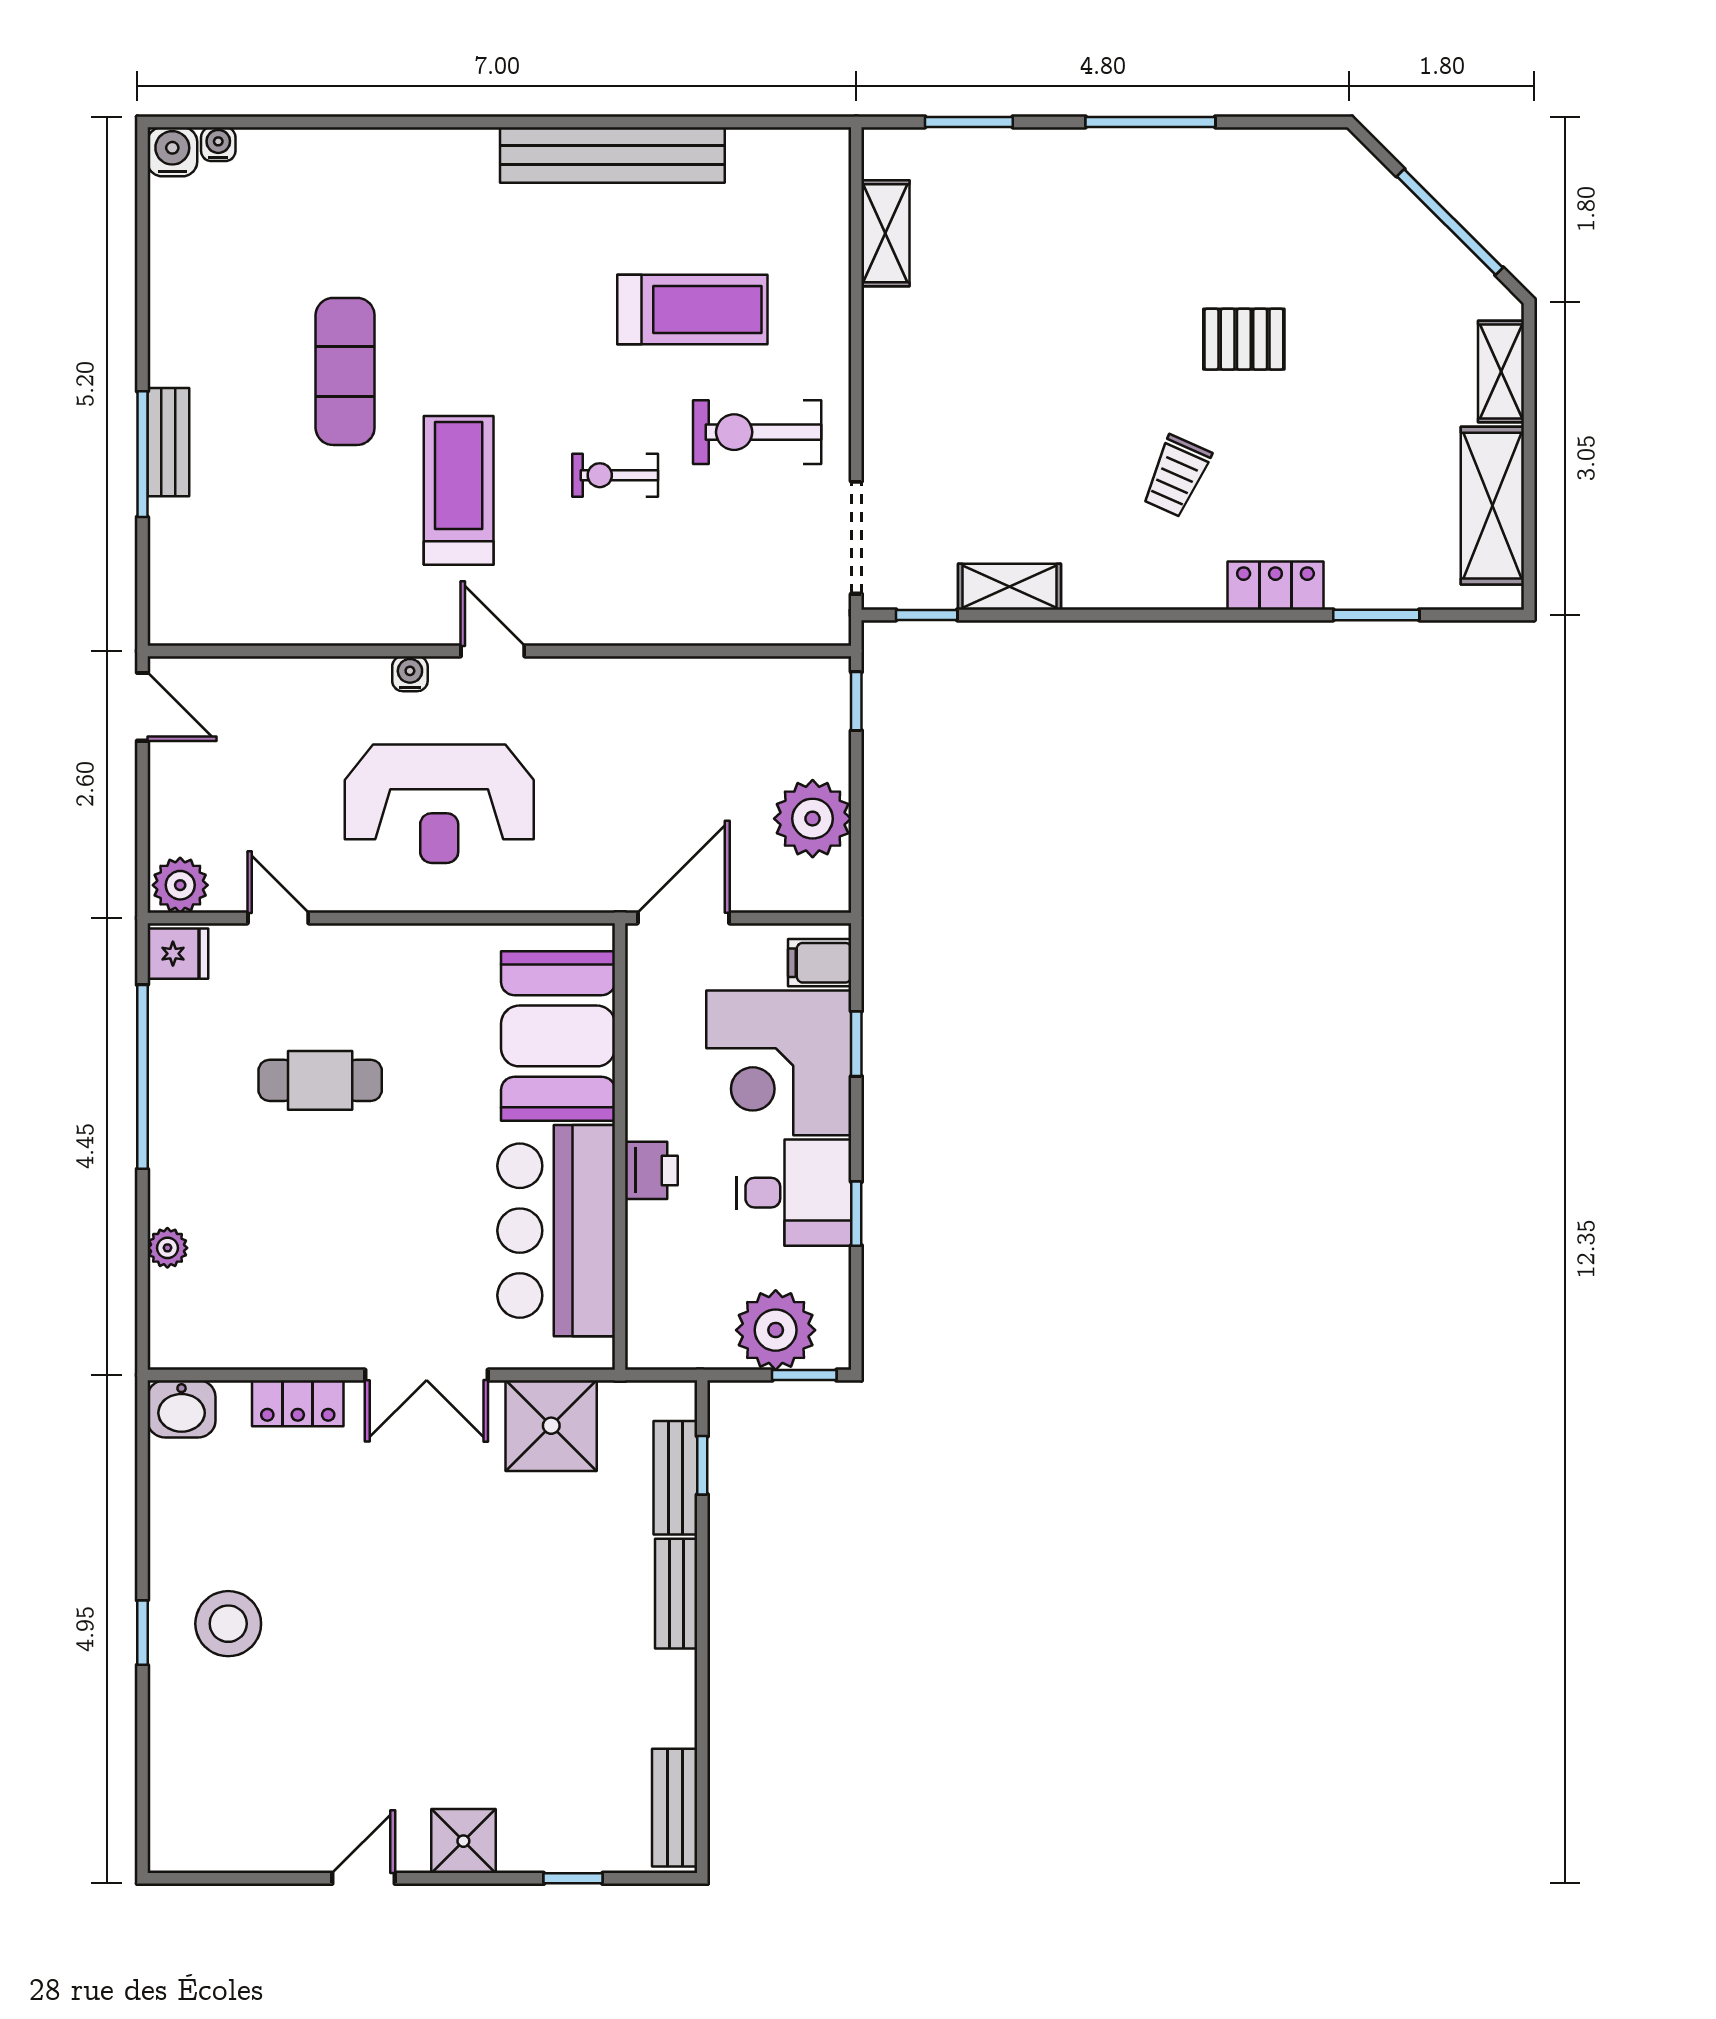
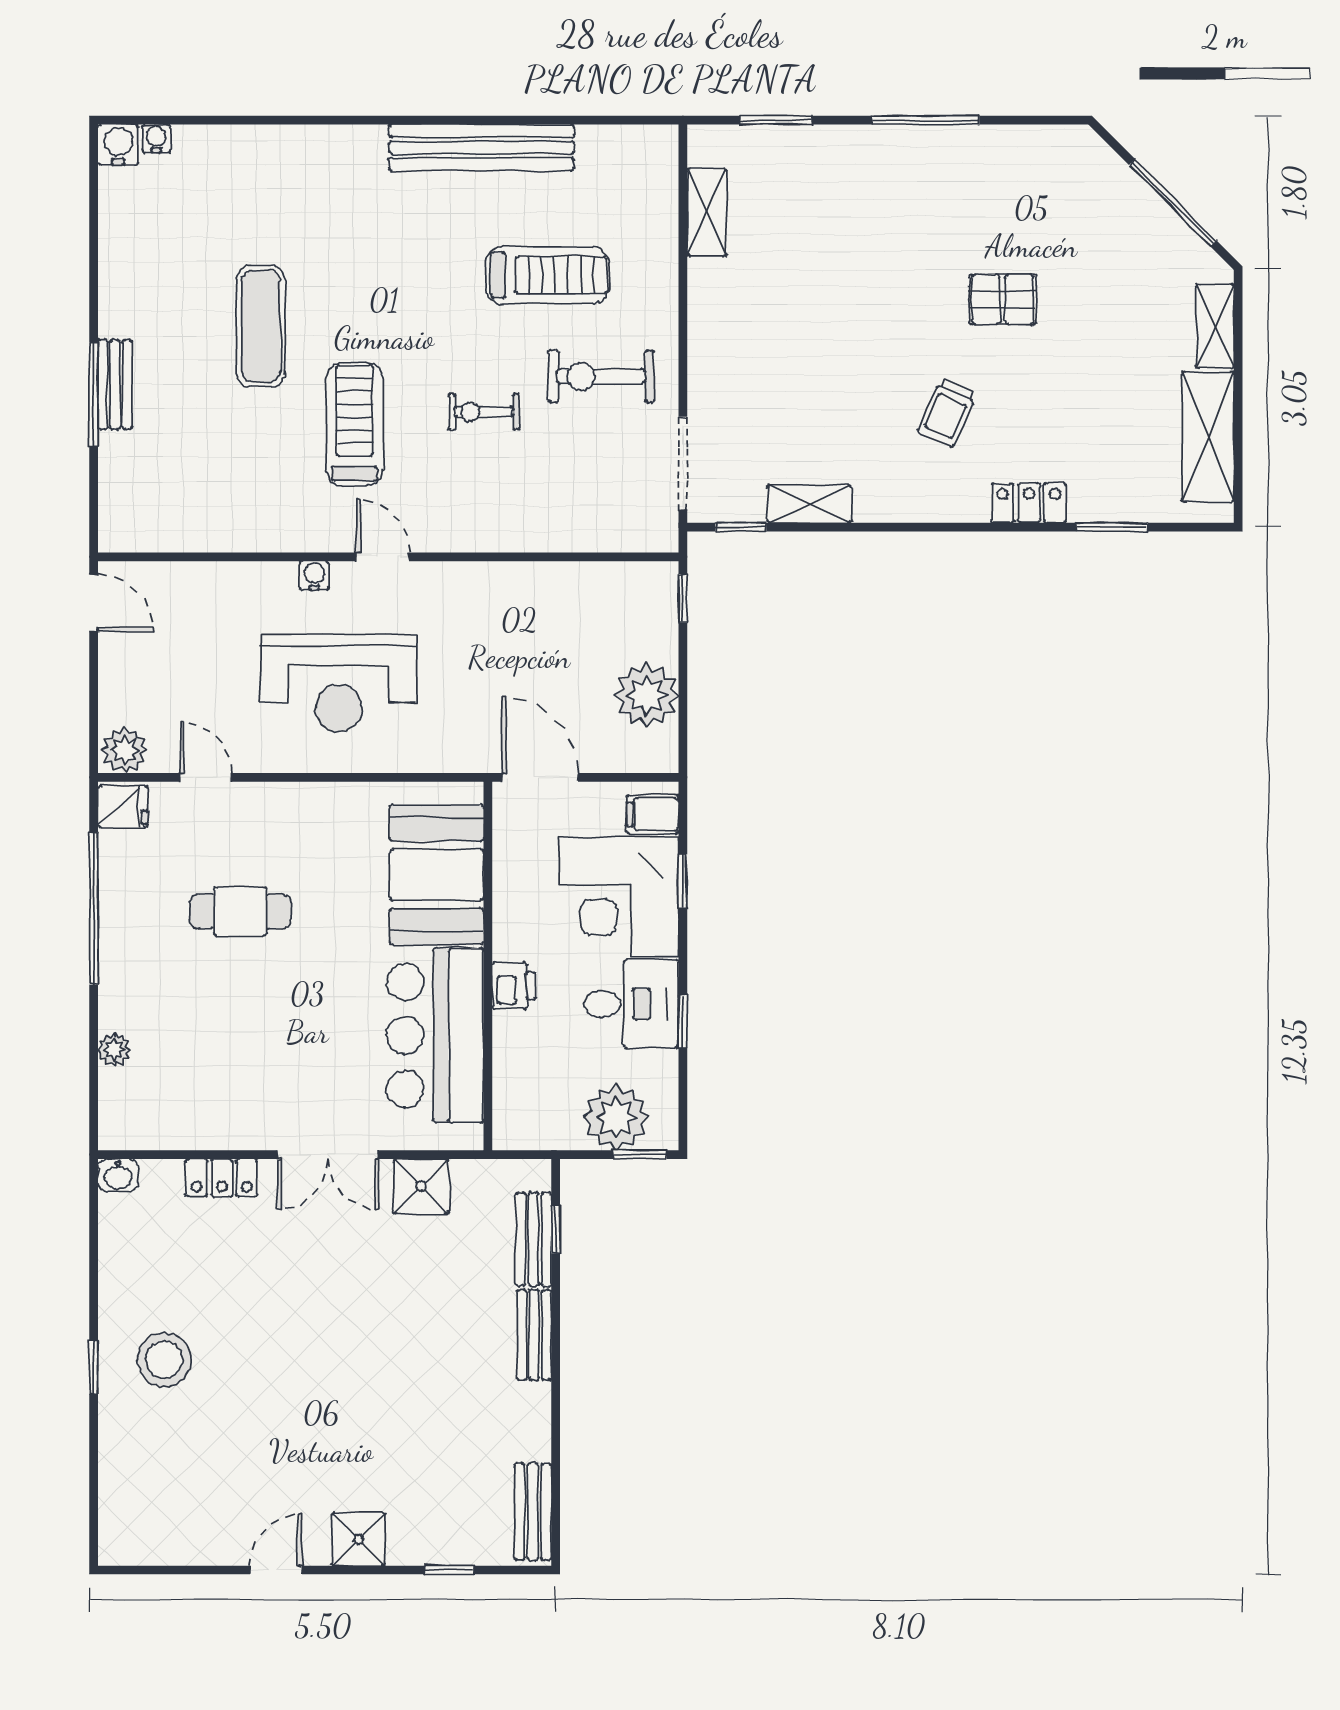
door: (683, 918) -> (540, 777), hinge flipped
washbasin: (182, 1409) -> (118, 1175), width x0.72, depth x0.69
shower: (551, 1426) -> (421, 1186), width x0.73, depth x0.73

